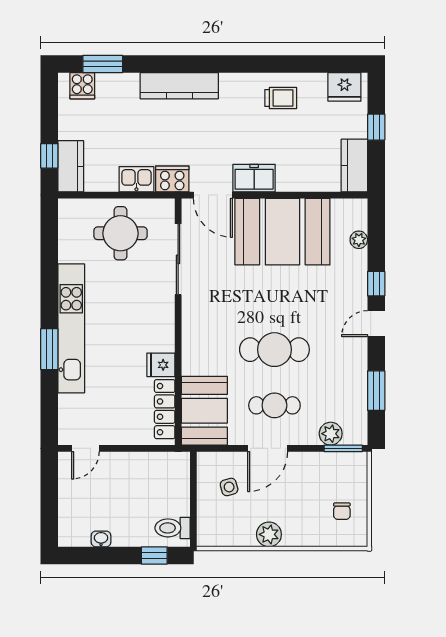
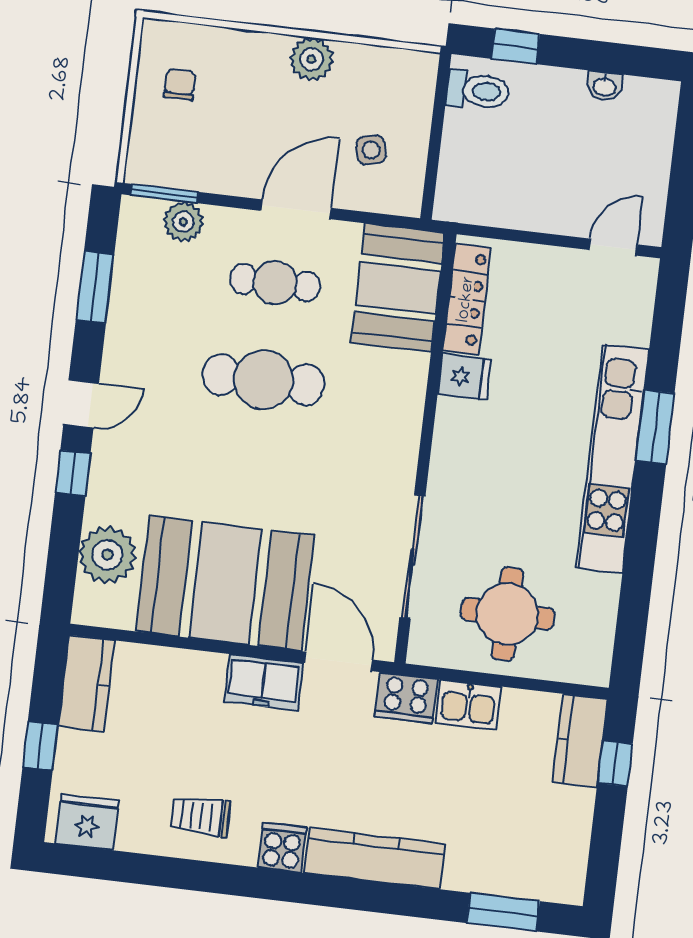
cooker: (82, 86) -> (282, 847), moved
plant: (359, 240) -> (107, 555), width x1.87, depth x1.87

